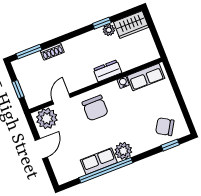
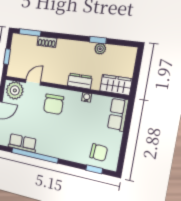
wardrobe: (131, 25) -> (116, 85), moved, turned 180
row of seats: (146, 77) -> (118, 114), moved, turned 90
chair: (165, 127) -> (99, 152), turned 153
plant: (123, 151) -> (56, 150), removed
row of seats: (99, 161) -> (22, 143), moved

